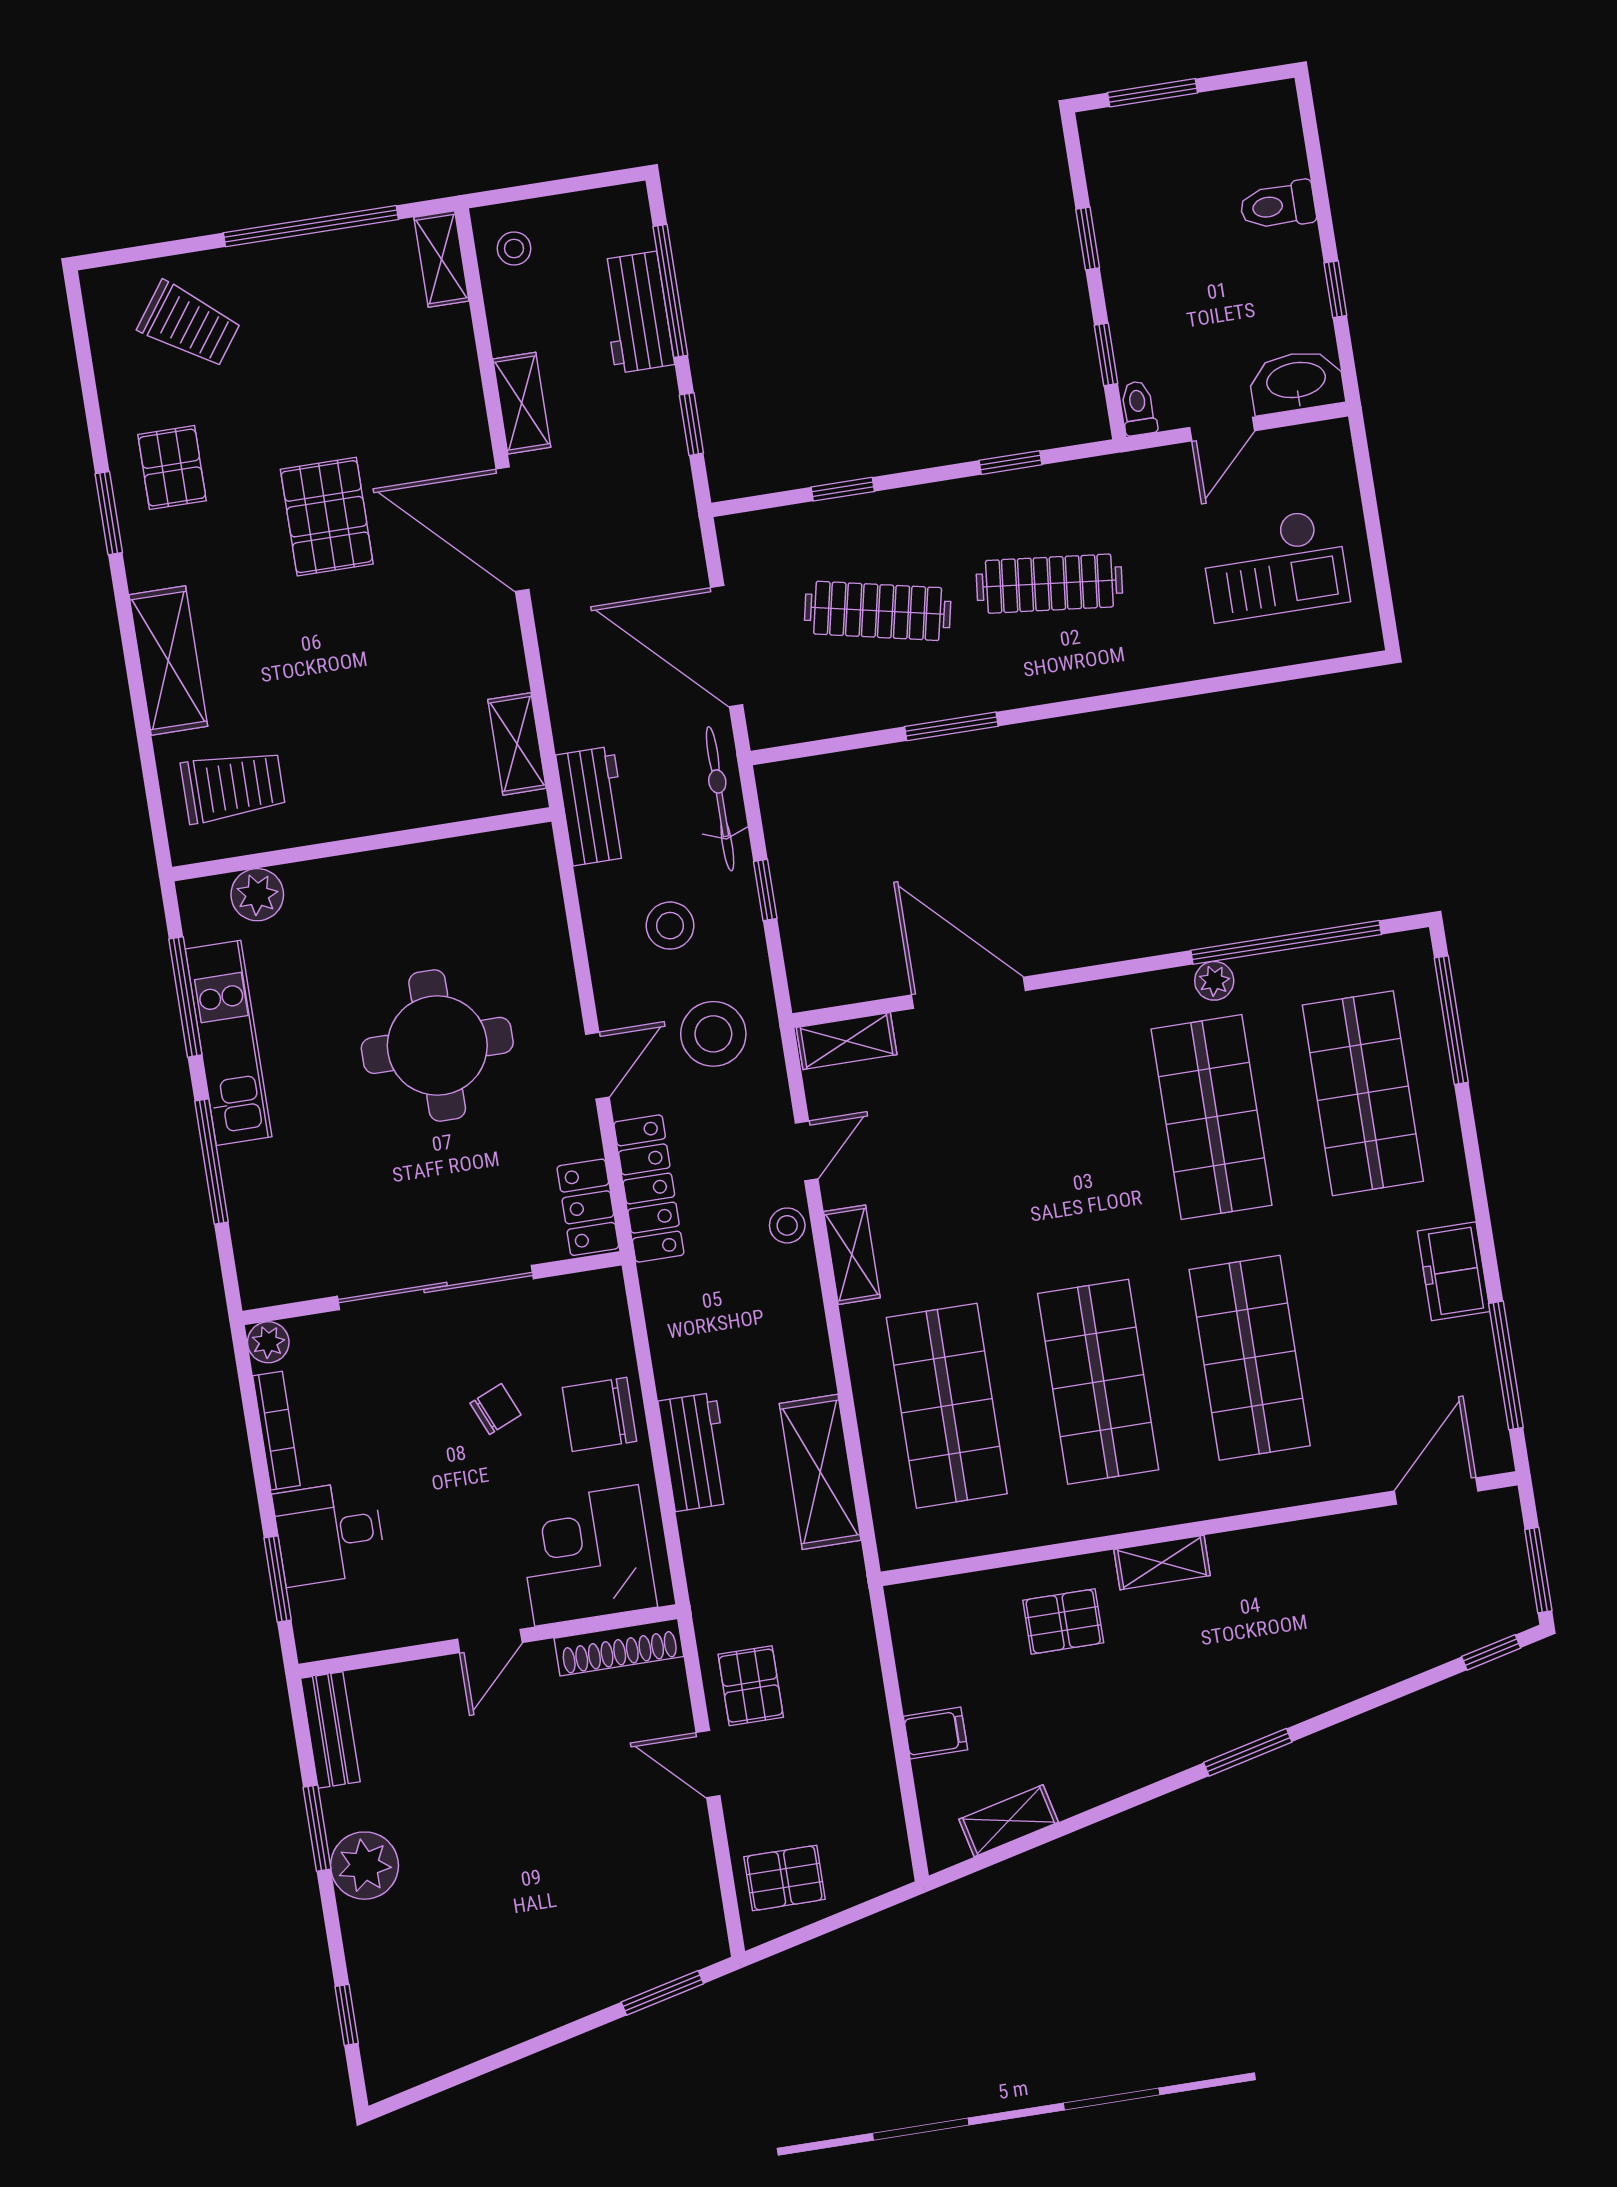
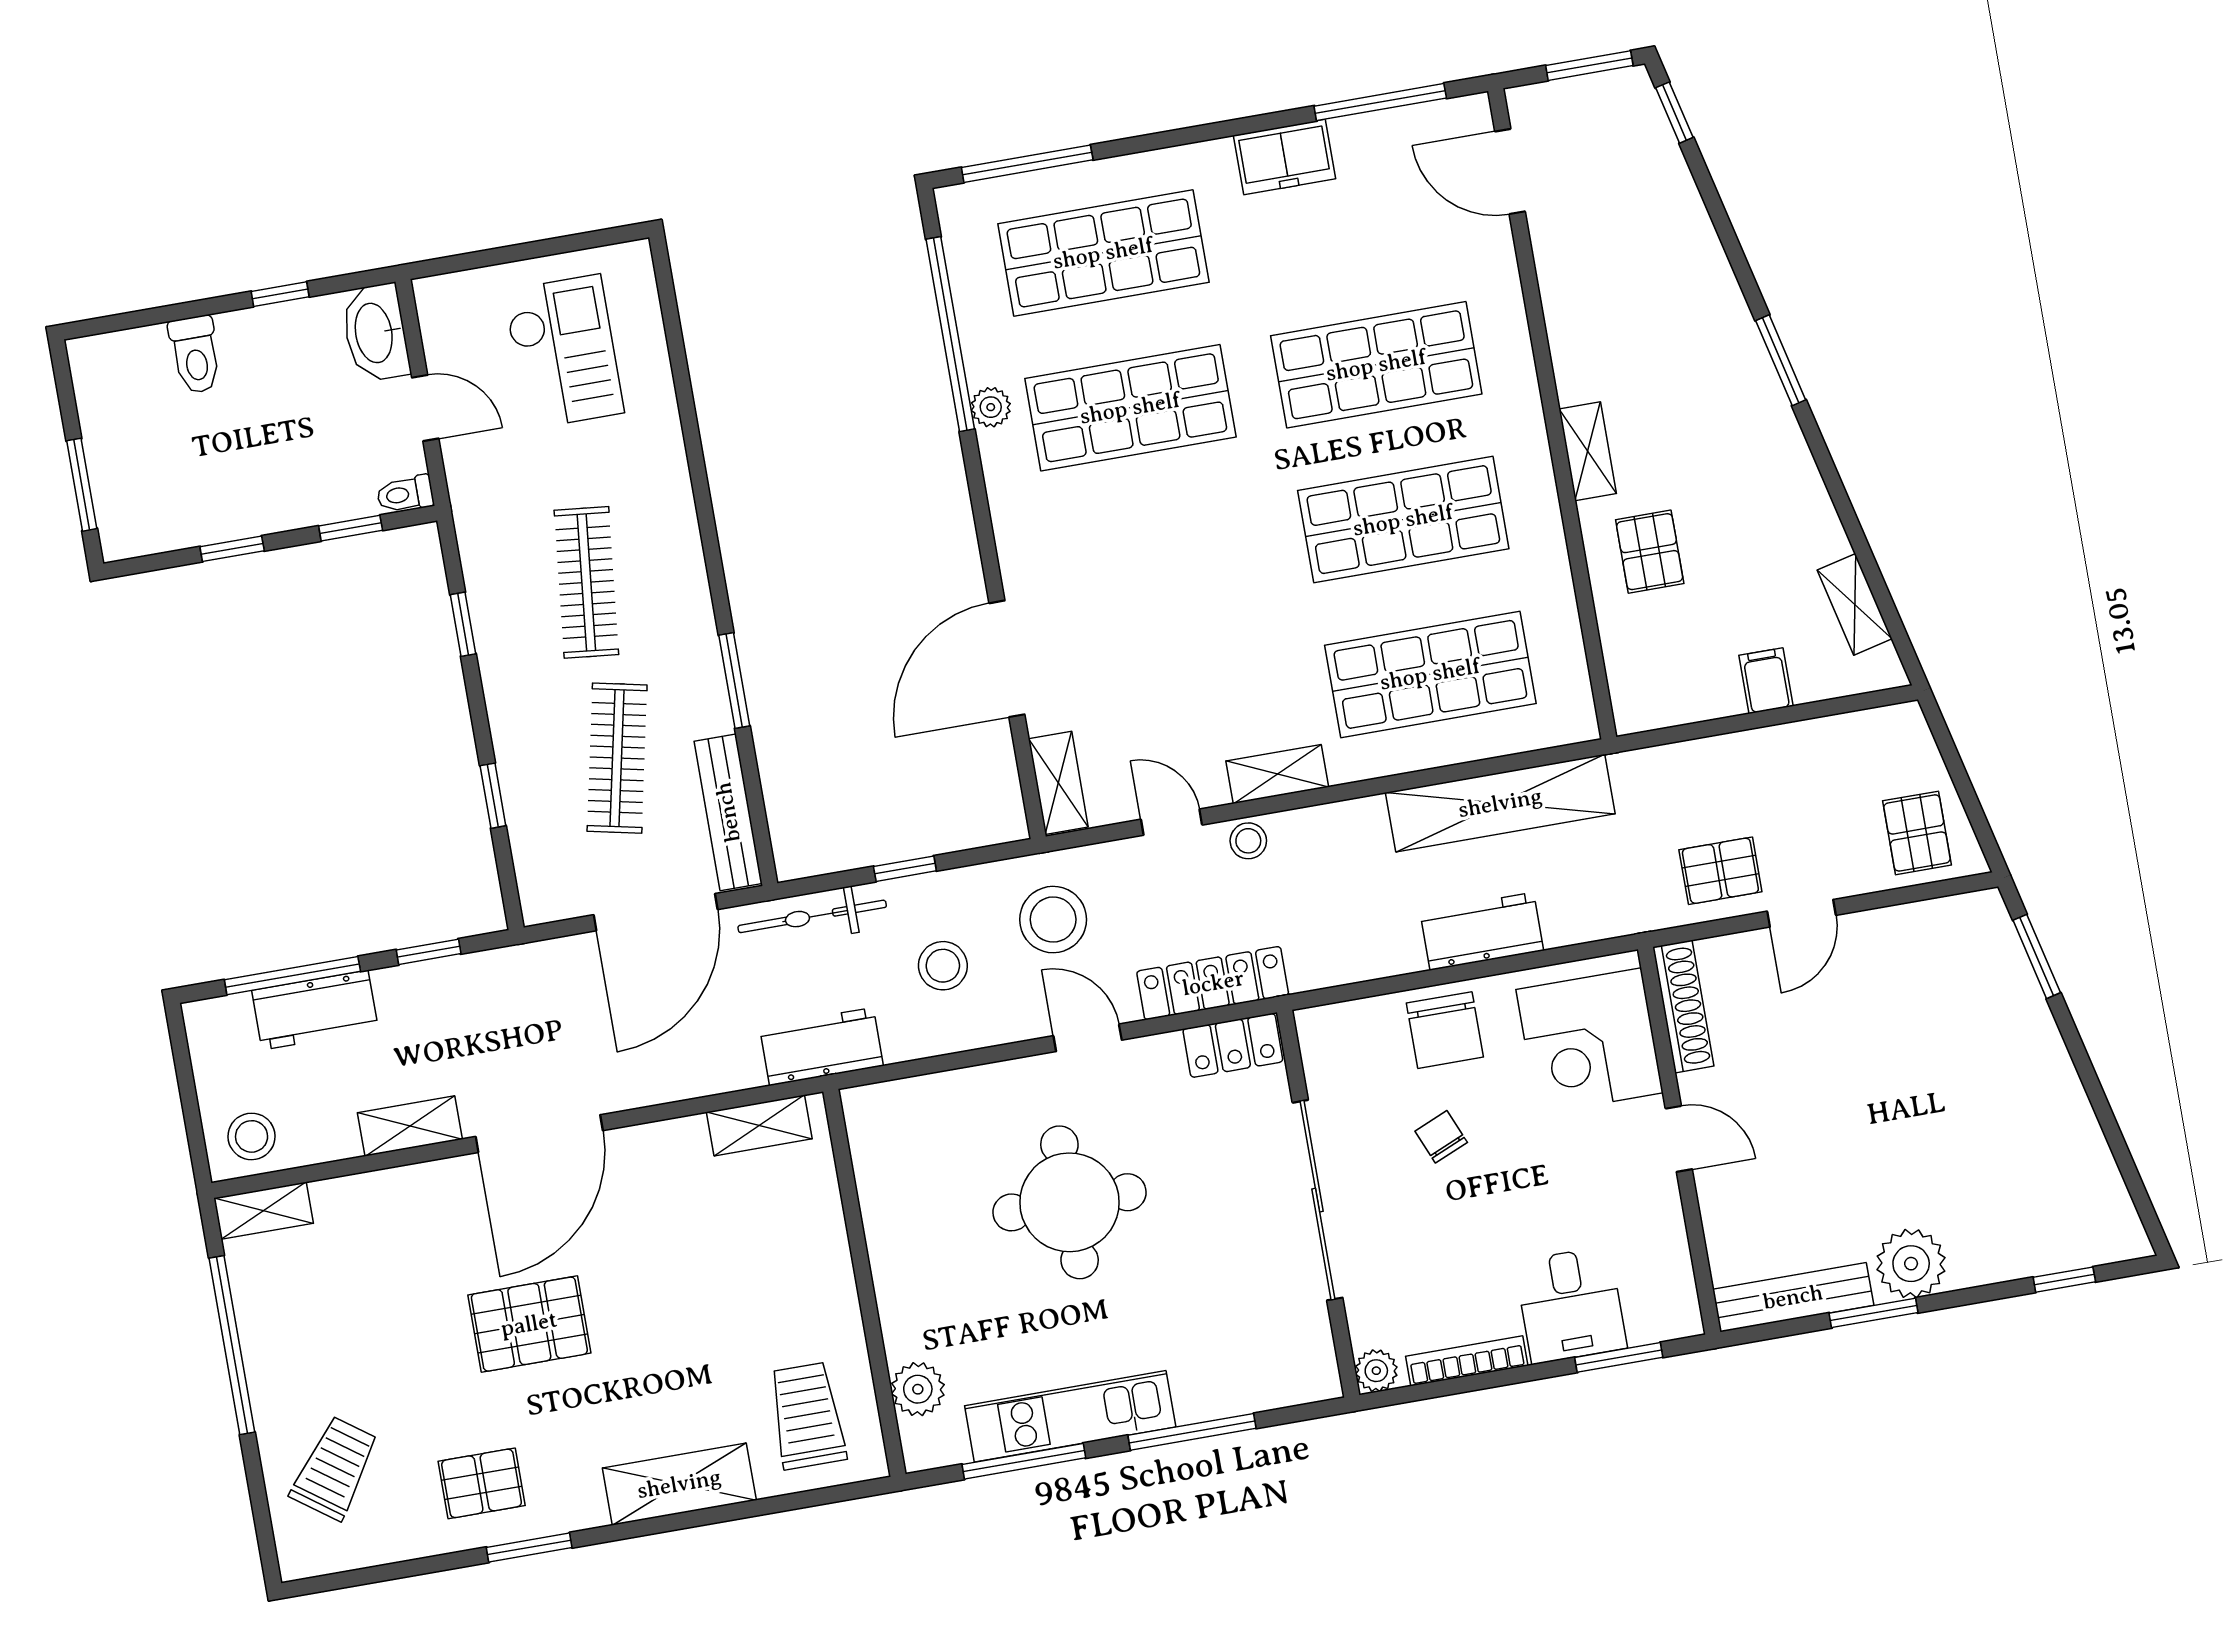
stool: (514, 248) -> (252, 1136), width x1.37, depth x1.37
bench: (823, 718) -> (728, 812), added
shelving: (820, 1472) -> (1500, 803), width x1.47
bench: (330, 1730) -> (1793, 1297), width x1.36

